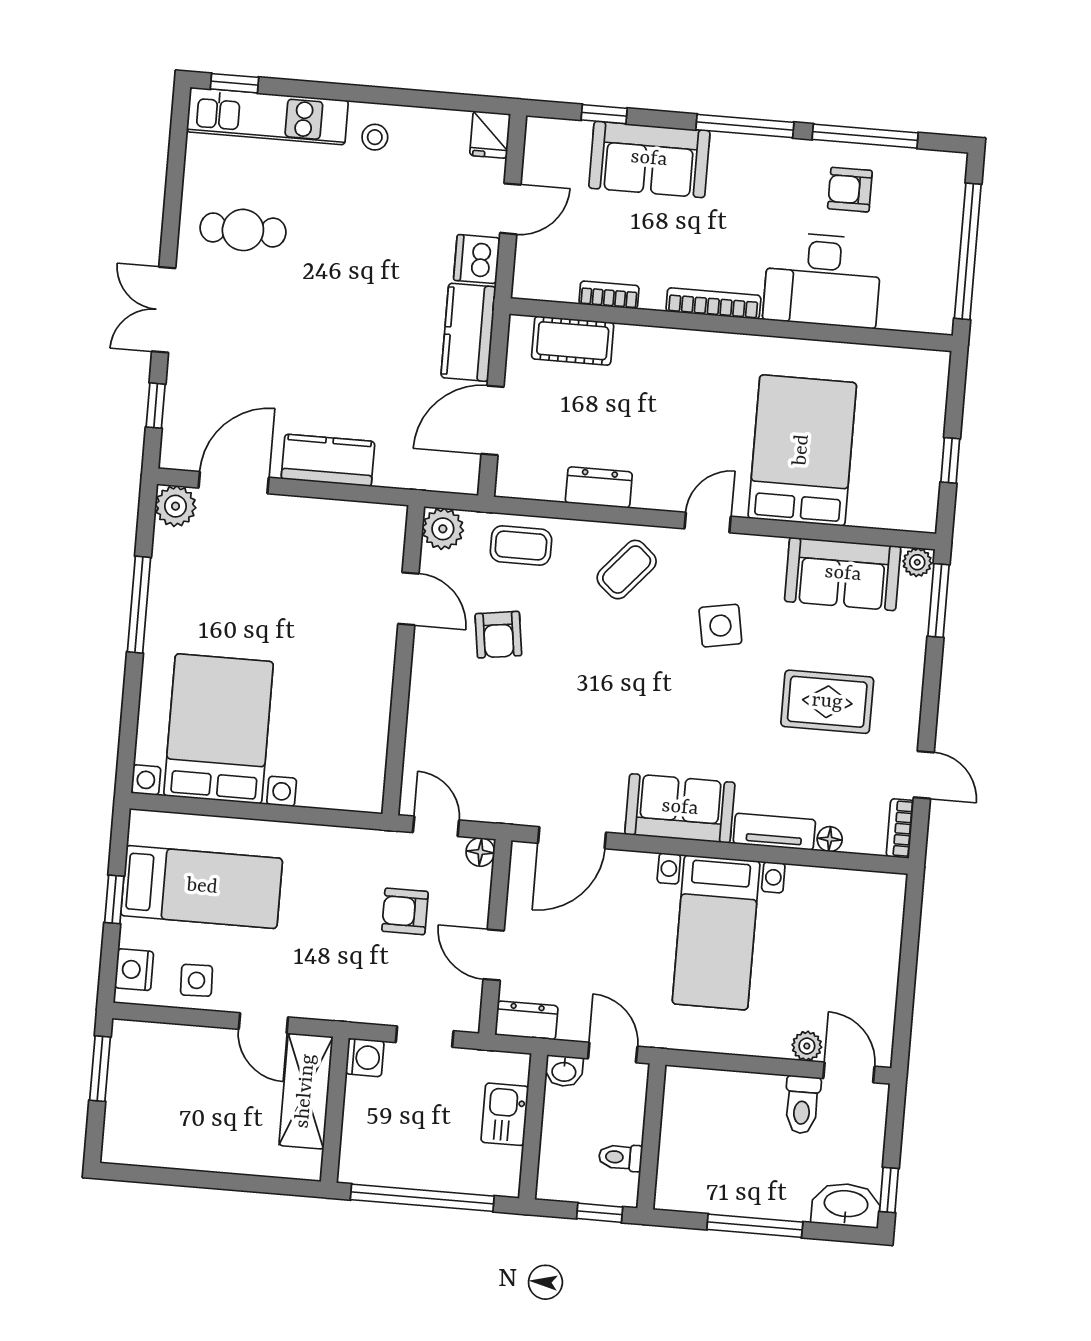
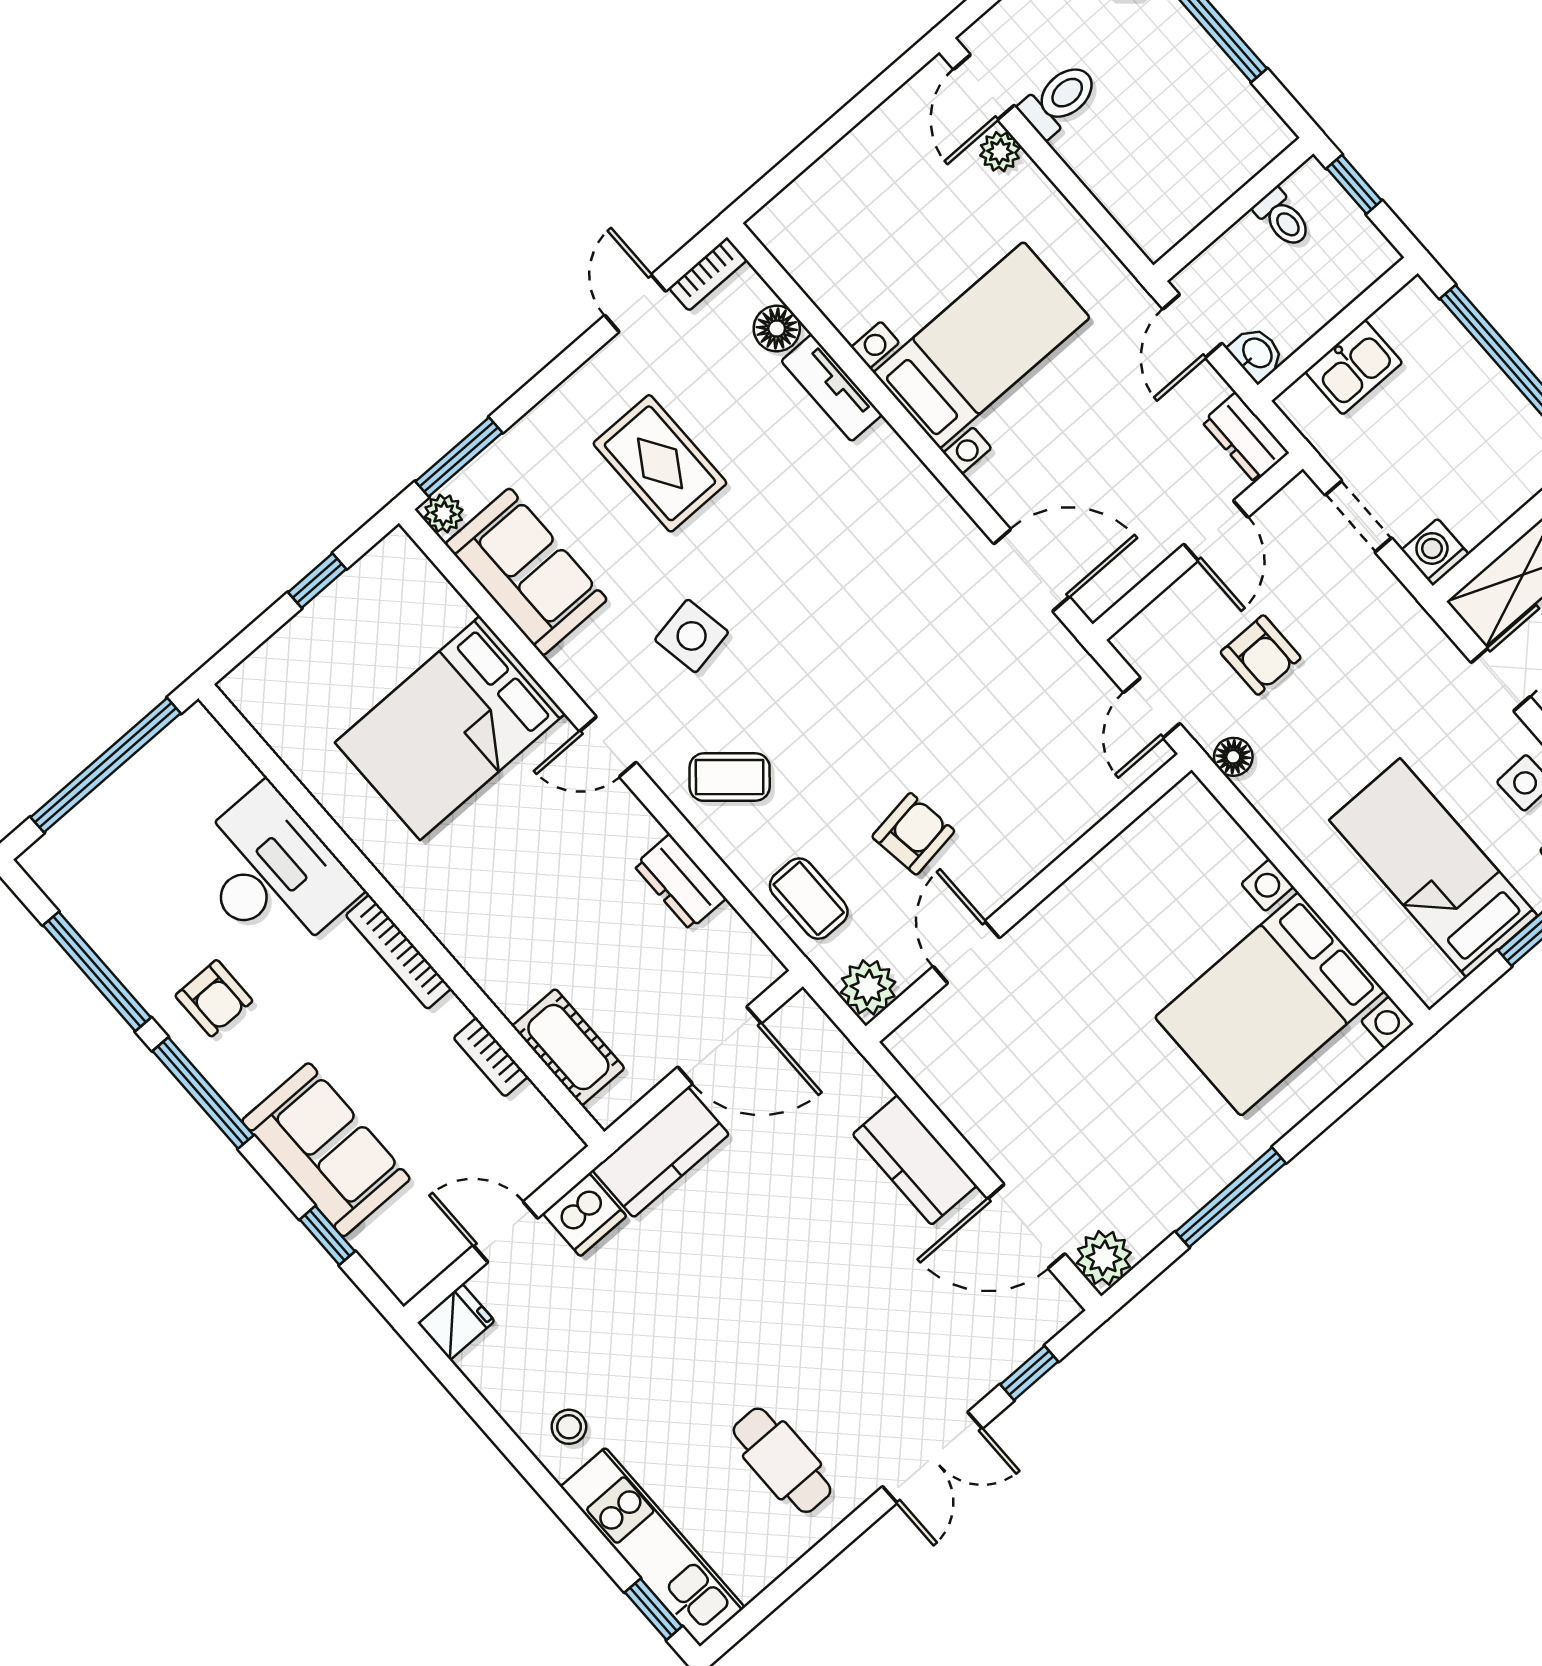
armchair: (850, 190) -> (214, 998), moved
sofa: (680, 808) -> (901, 498), removed
floor lamp: (830, 839) -> (777, 329), width x1.37, depth x1.37
floor lamp: (480, 852) -> (1233, 757), moved

